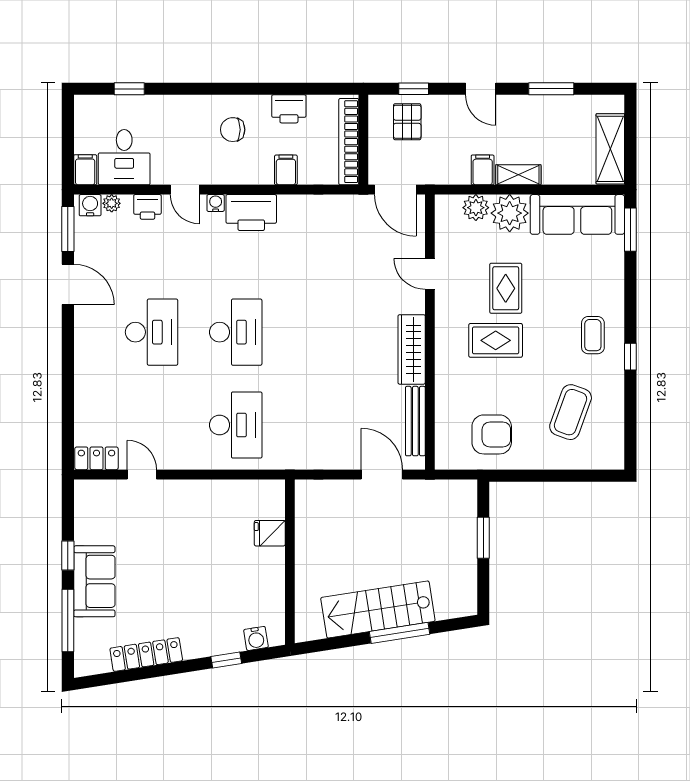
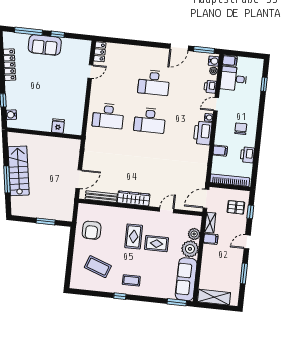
shelving: (518, 175) -> (210, 223), moved

